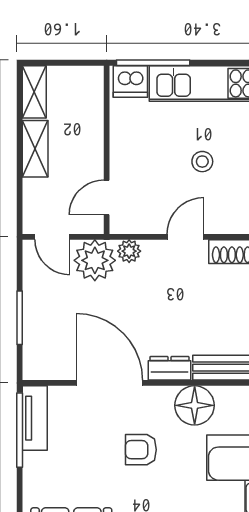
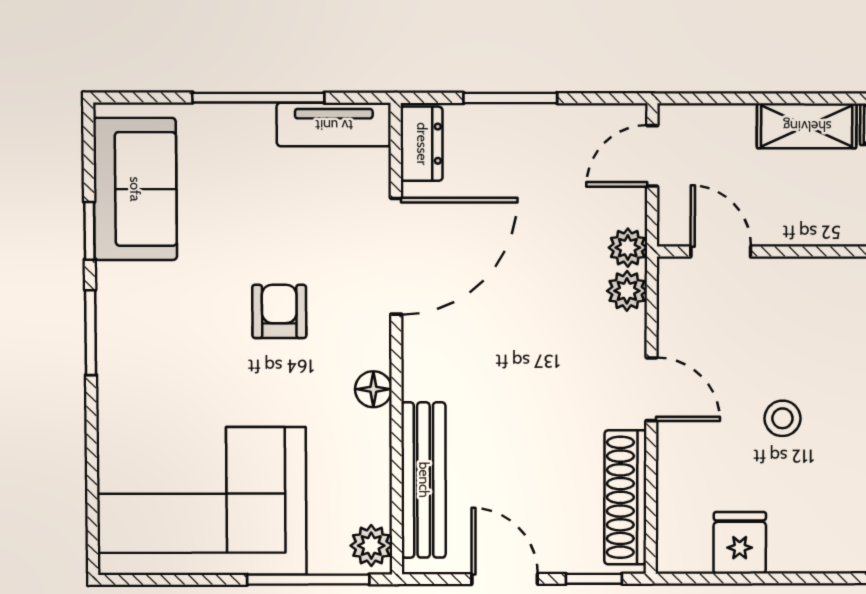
plant: (95, 260) -> (628, 248), width x0.53, depth x0.53
dresser: (169, 368) -> (422, 144), moved
floor lamp: (195, 405) -> (373, 389), width x0.53, depth x0.53
window: (20, 430) -> (258, 98), moved

